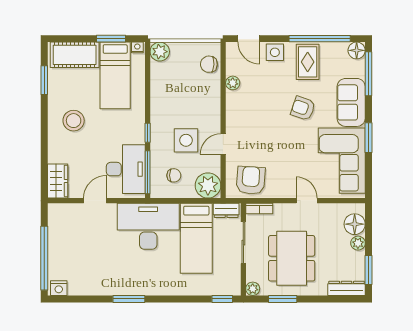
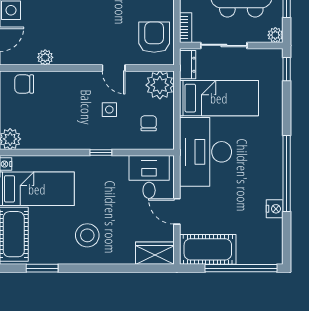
chair: (209, 64) -> (24, 84), turned 87
side table: (186, 140) -> (109, 110), width x0.54, depth x0.54
desk: (126, 169) -> (149, 177), width x0.73
window: (148, 172) -> (145, 153), removed
armchair: (251, 180) -> (154, 37), turned 86
cot: (61, 228) -> (208, 249), added
nightstand: (59, 288) -> (275, 209), moved
window: (129, 299) -> (287, 174), width x2.11

